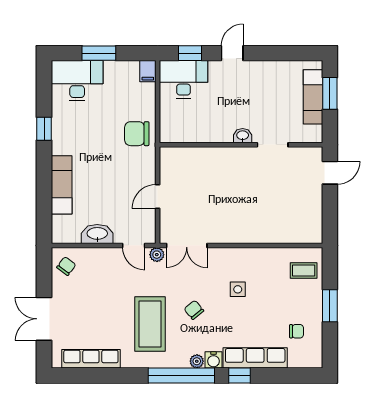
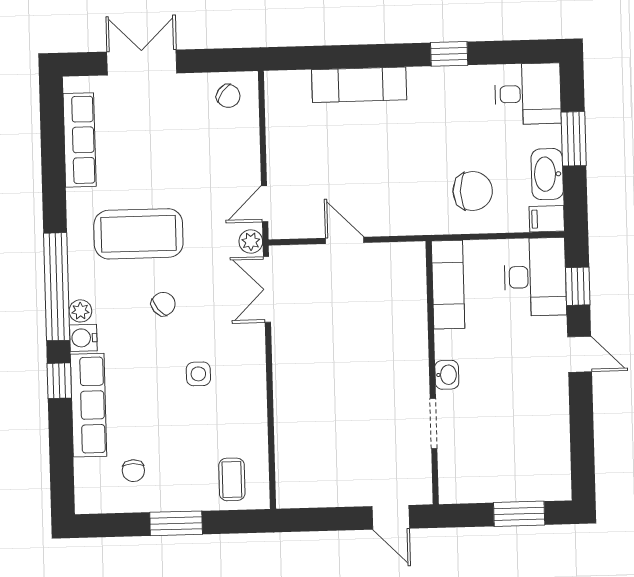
desk: (77, 81) -> (528, 94), width x0.73
exam couch: (313, 97) -> (448, 285), moved, turned 90
chair: (137, 134) -> (473, 191), moved, turned 90
washbasin: (97, 234) -> (547, 174), moved, turned 180

